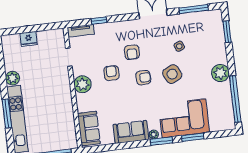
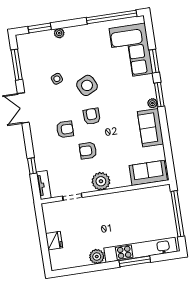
plant: (220, 73) -> (59, 33), moved, width x0.53, depth x0.53
corner sofa: (184, 118) -> (131, 51), moved

